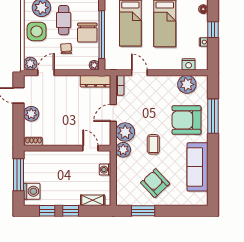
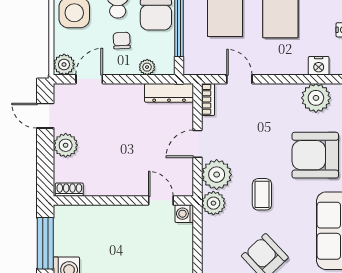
plant: (94, 65) -> (147, 67), moved
washing machine: (105, 170) -> (184, 214), moved

